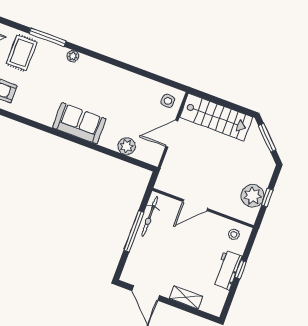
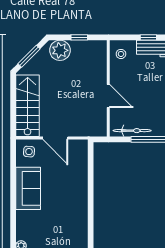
sofa: (79, 123) -> (28, 188), moved, turned 180
plant: (127, 146) -> (80, 172), removed
plant: (253, 196) -> (60, 50), moved

